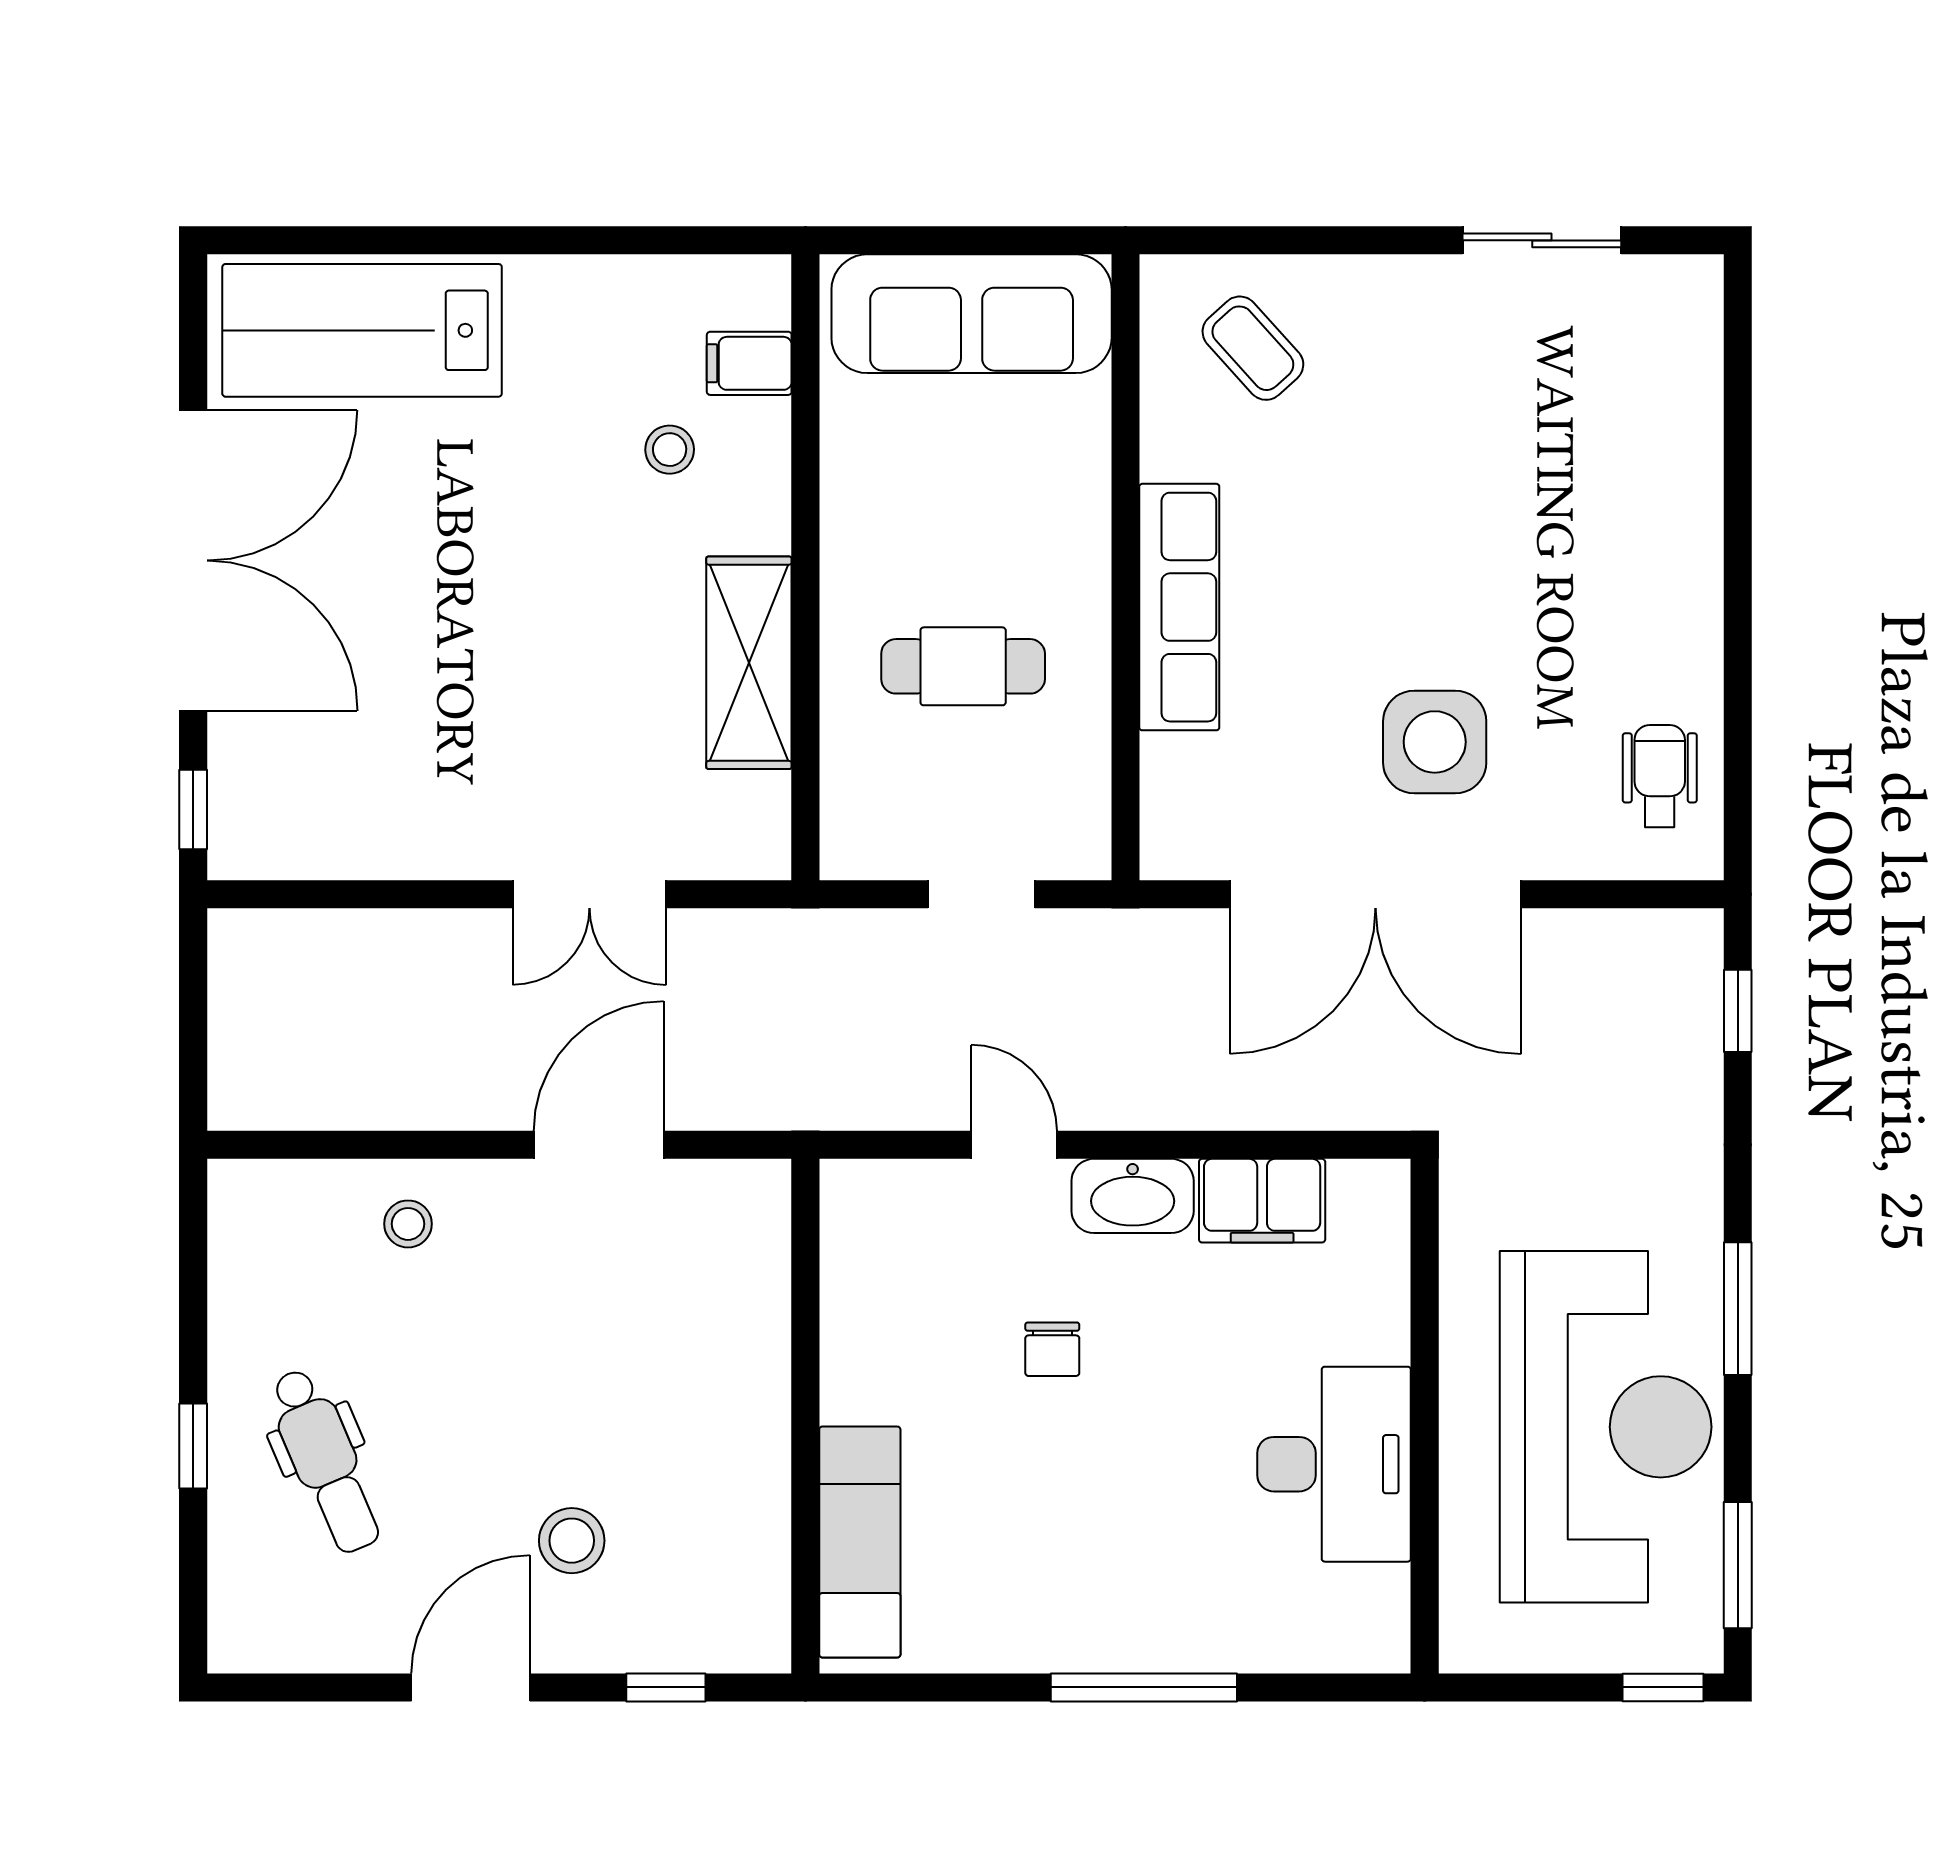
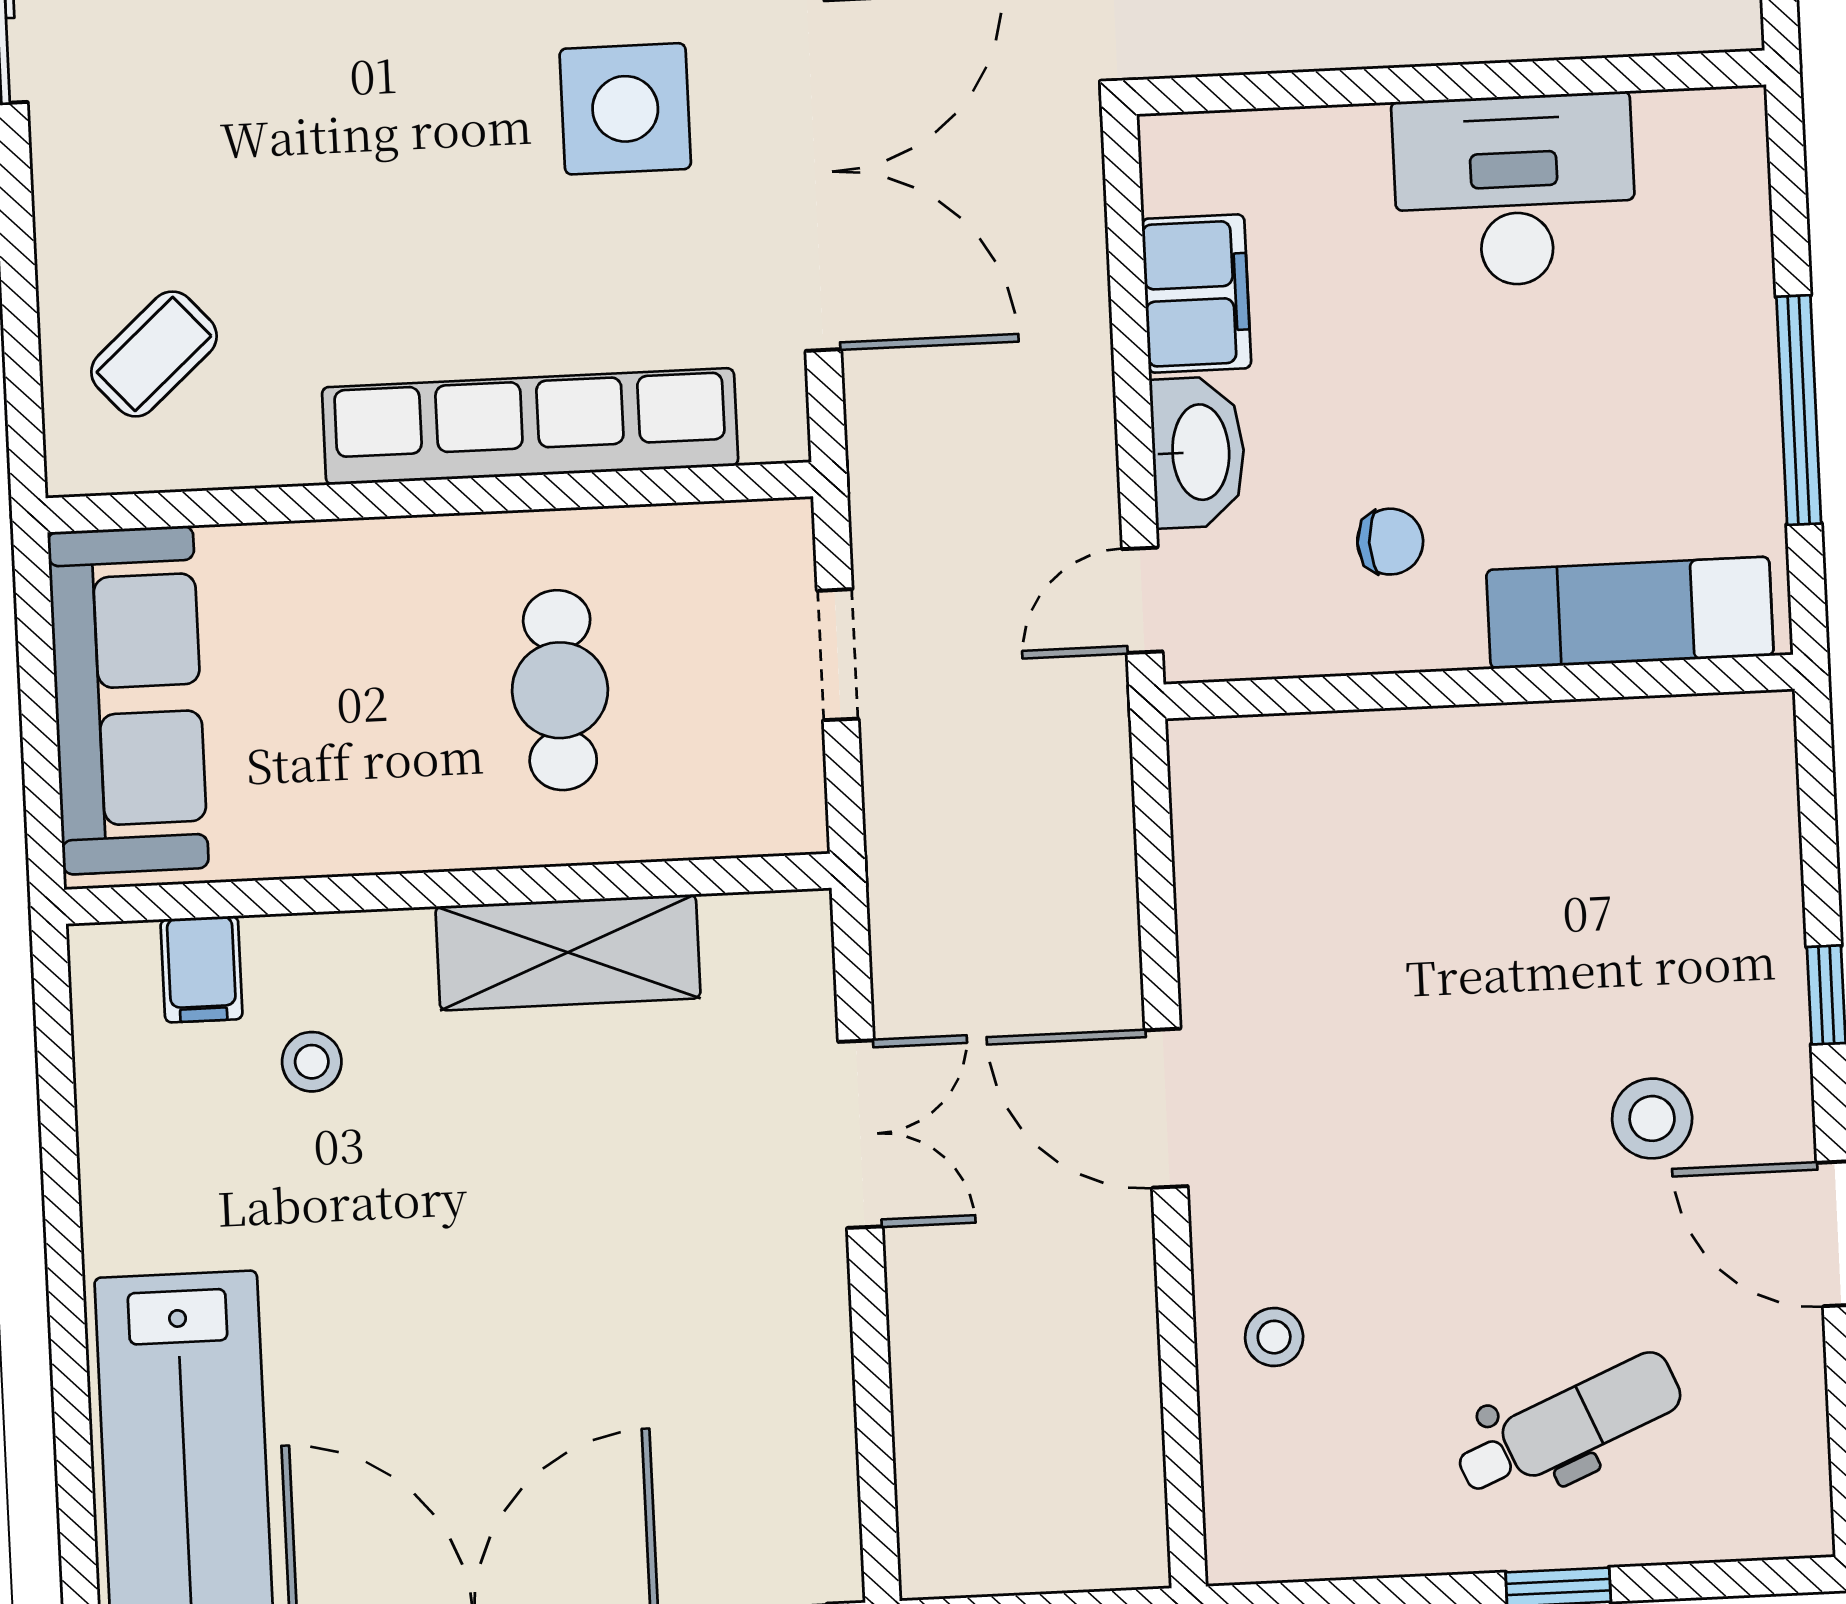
row of seats: (1179, 607) -> (530, 426), width x1.36
wall: (805, 1416) -> (1479, 687), moved
exam couch: (860, 1542) -> (1630, 613), moved

